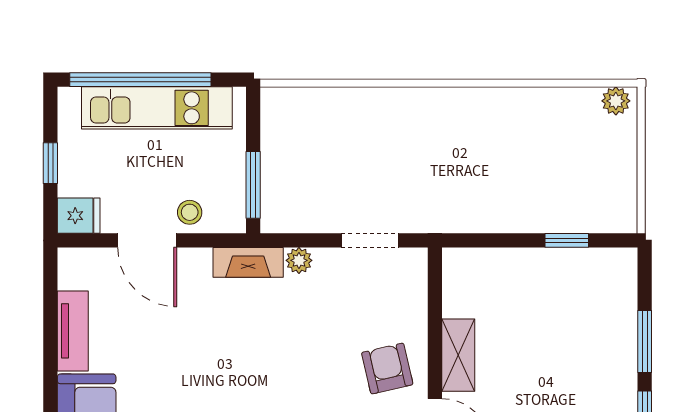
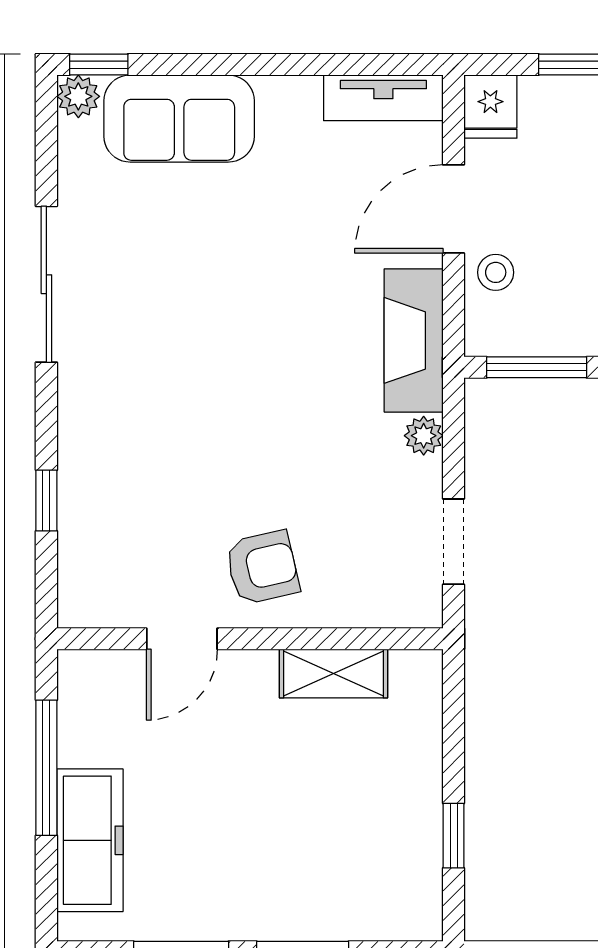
fireplace: (248, 262) -> (414, 340), width x1.37, depth x1.32
tv unit: (73, 331) -> (383, 98), moved
shelving: (458, 355) -> (334, 674), moved

